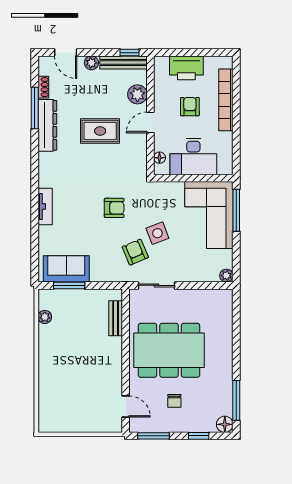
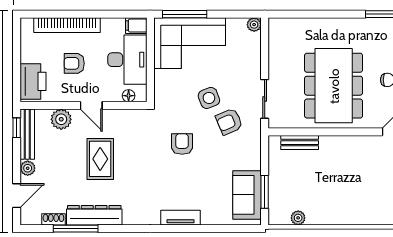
printer: (186, 68) -> (33, 81), moved
filing cabinet: (225, 165) -> (136, 26), added

